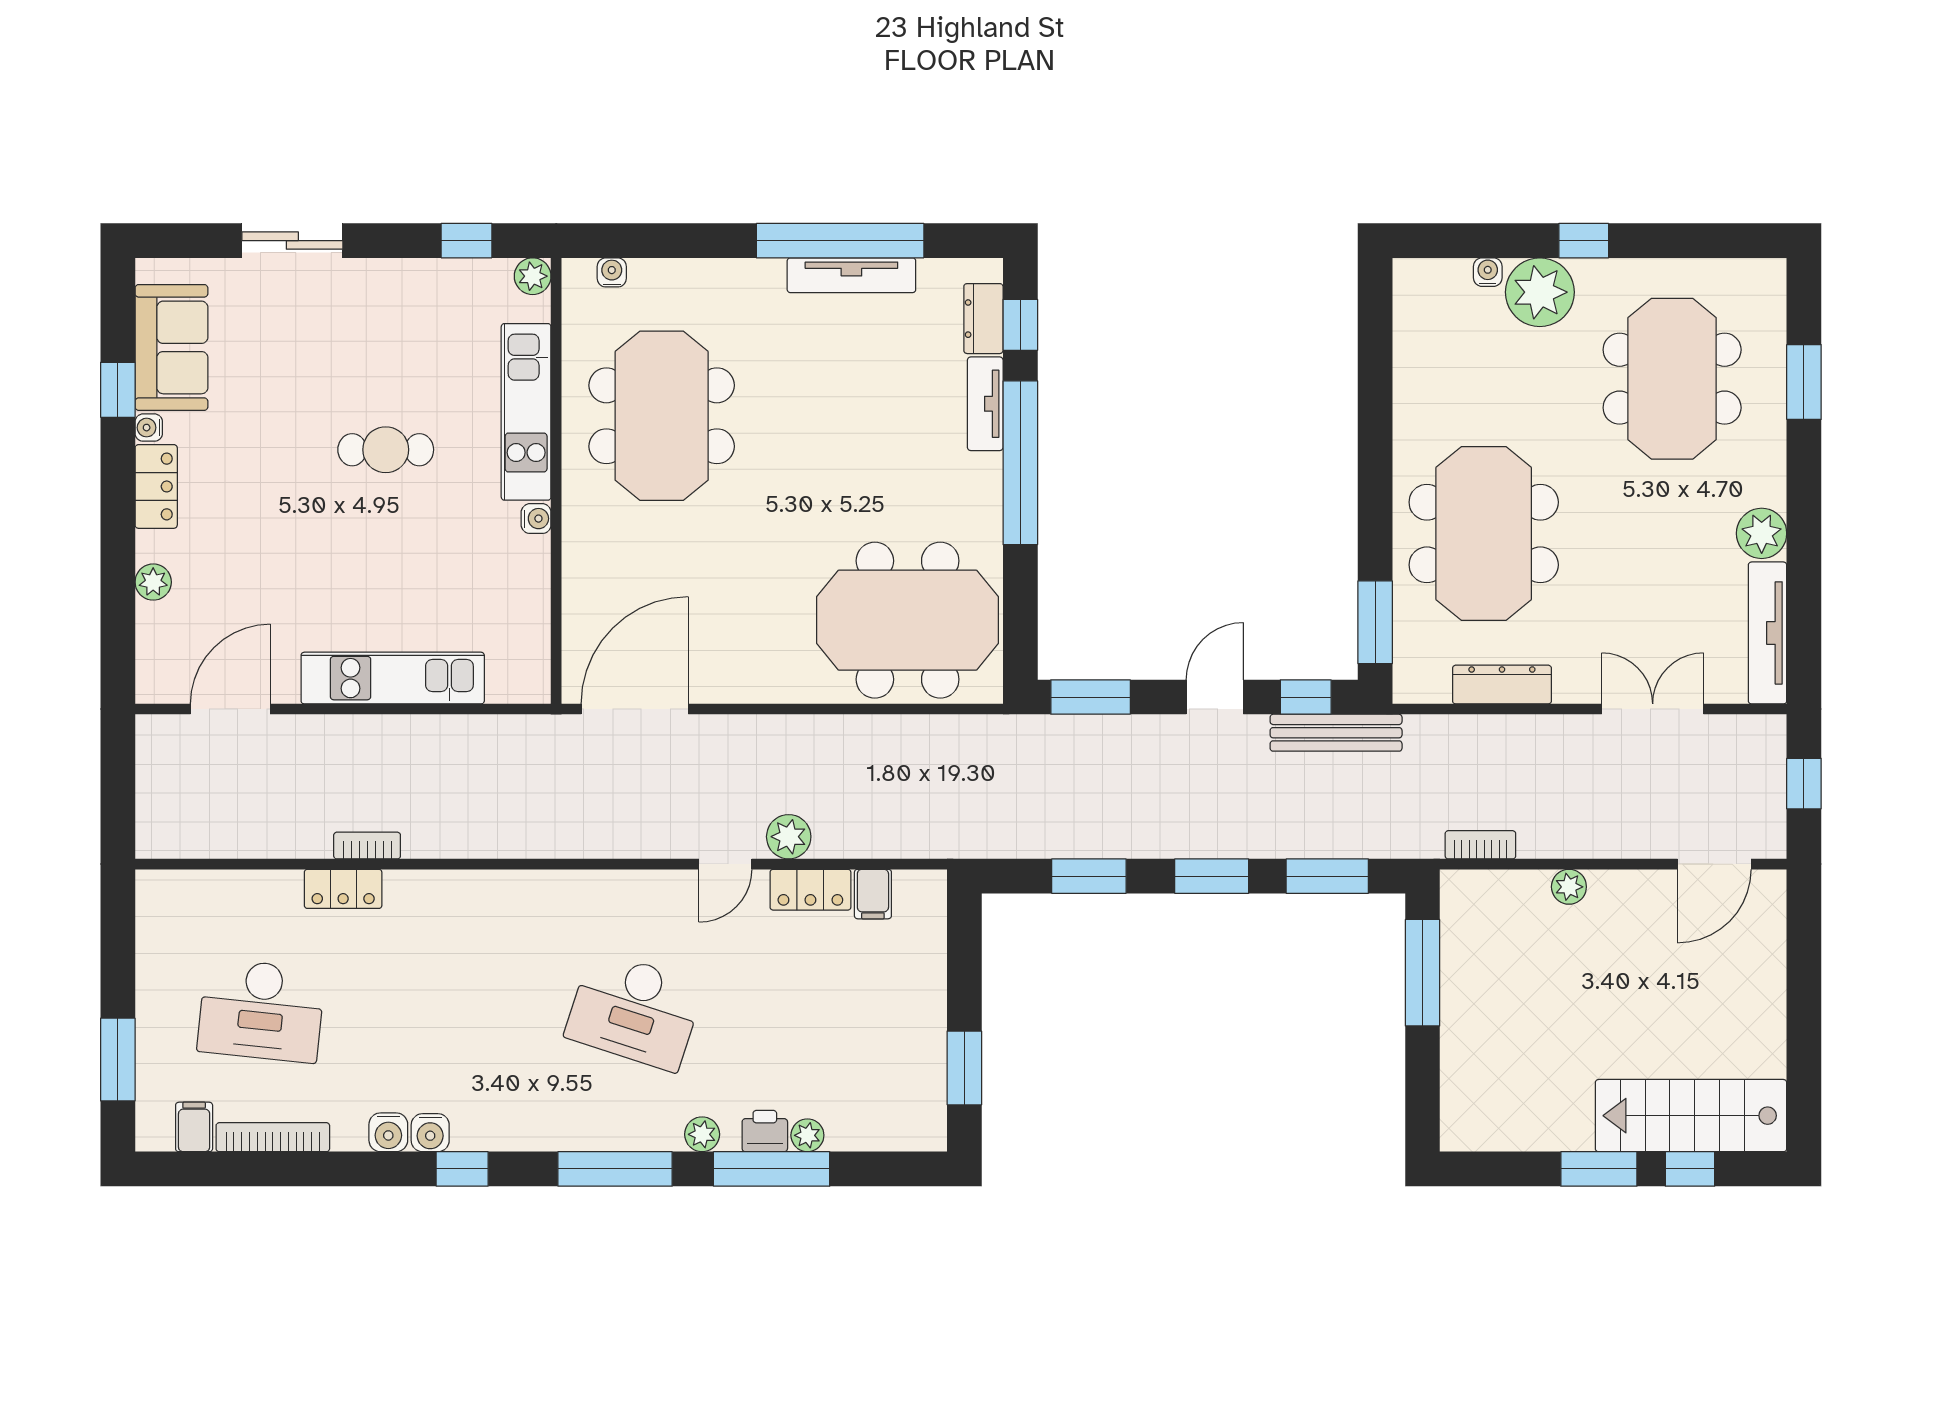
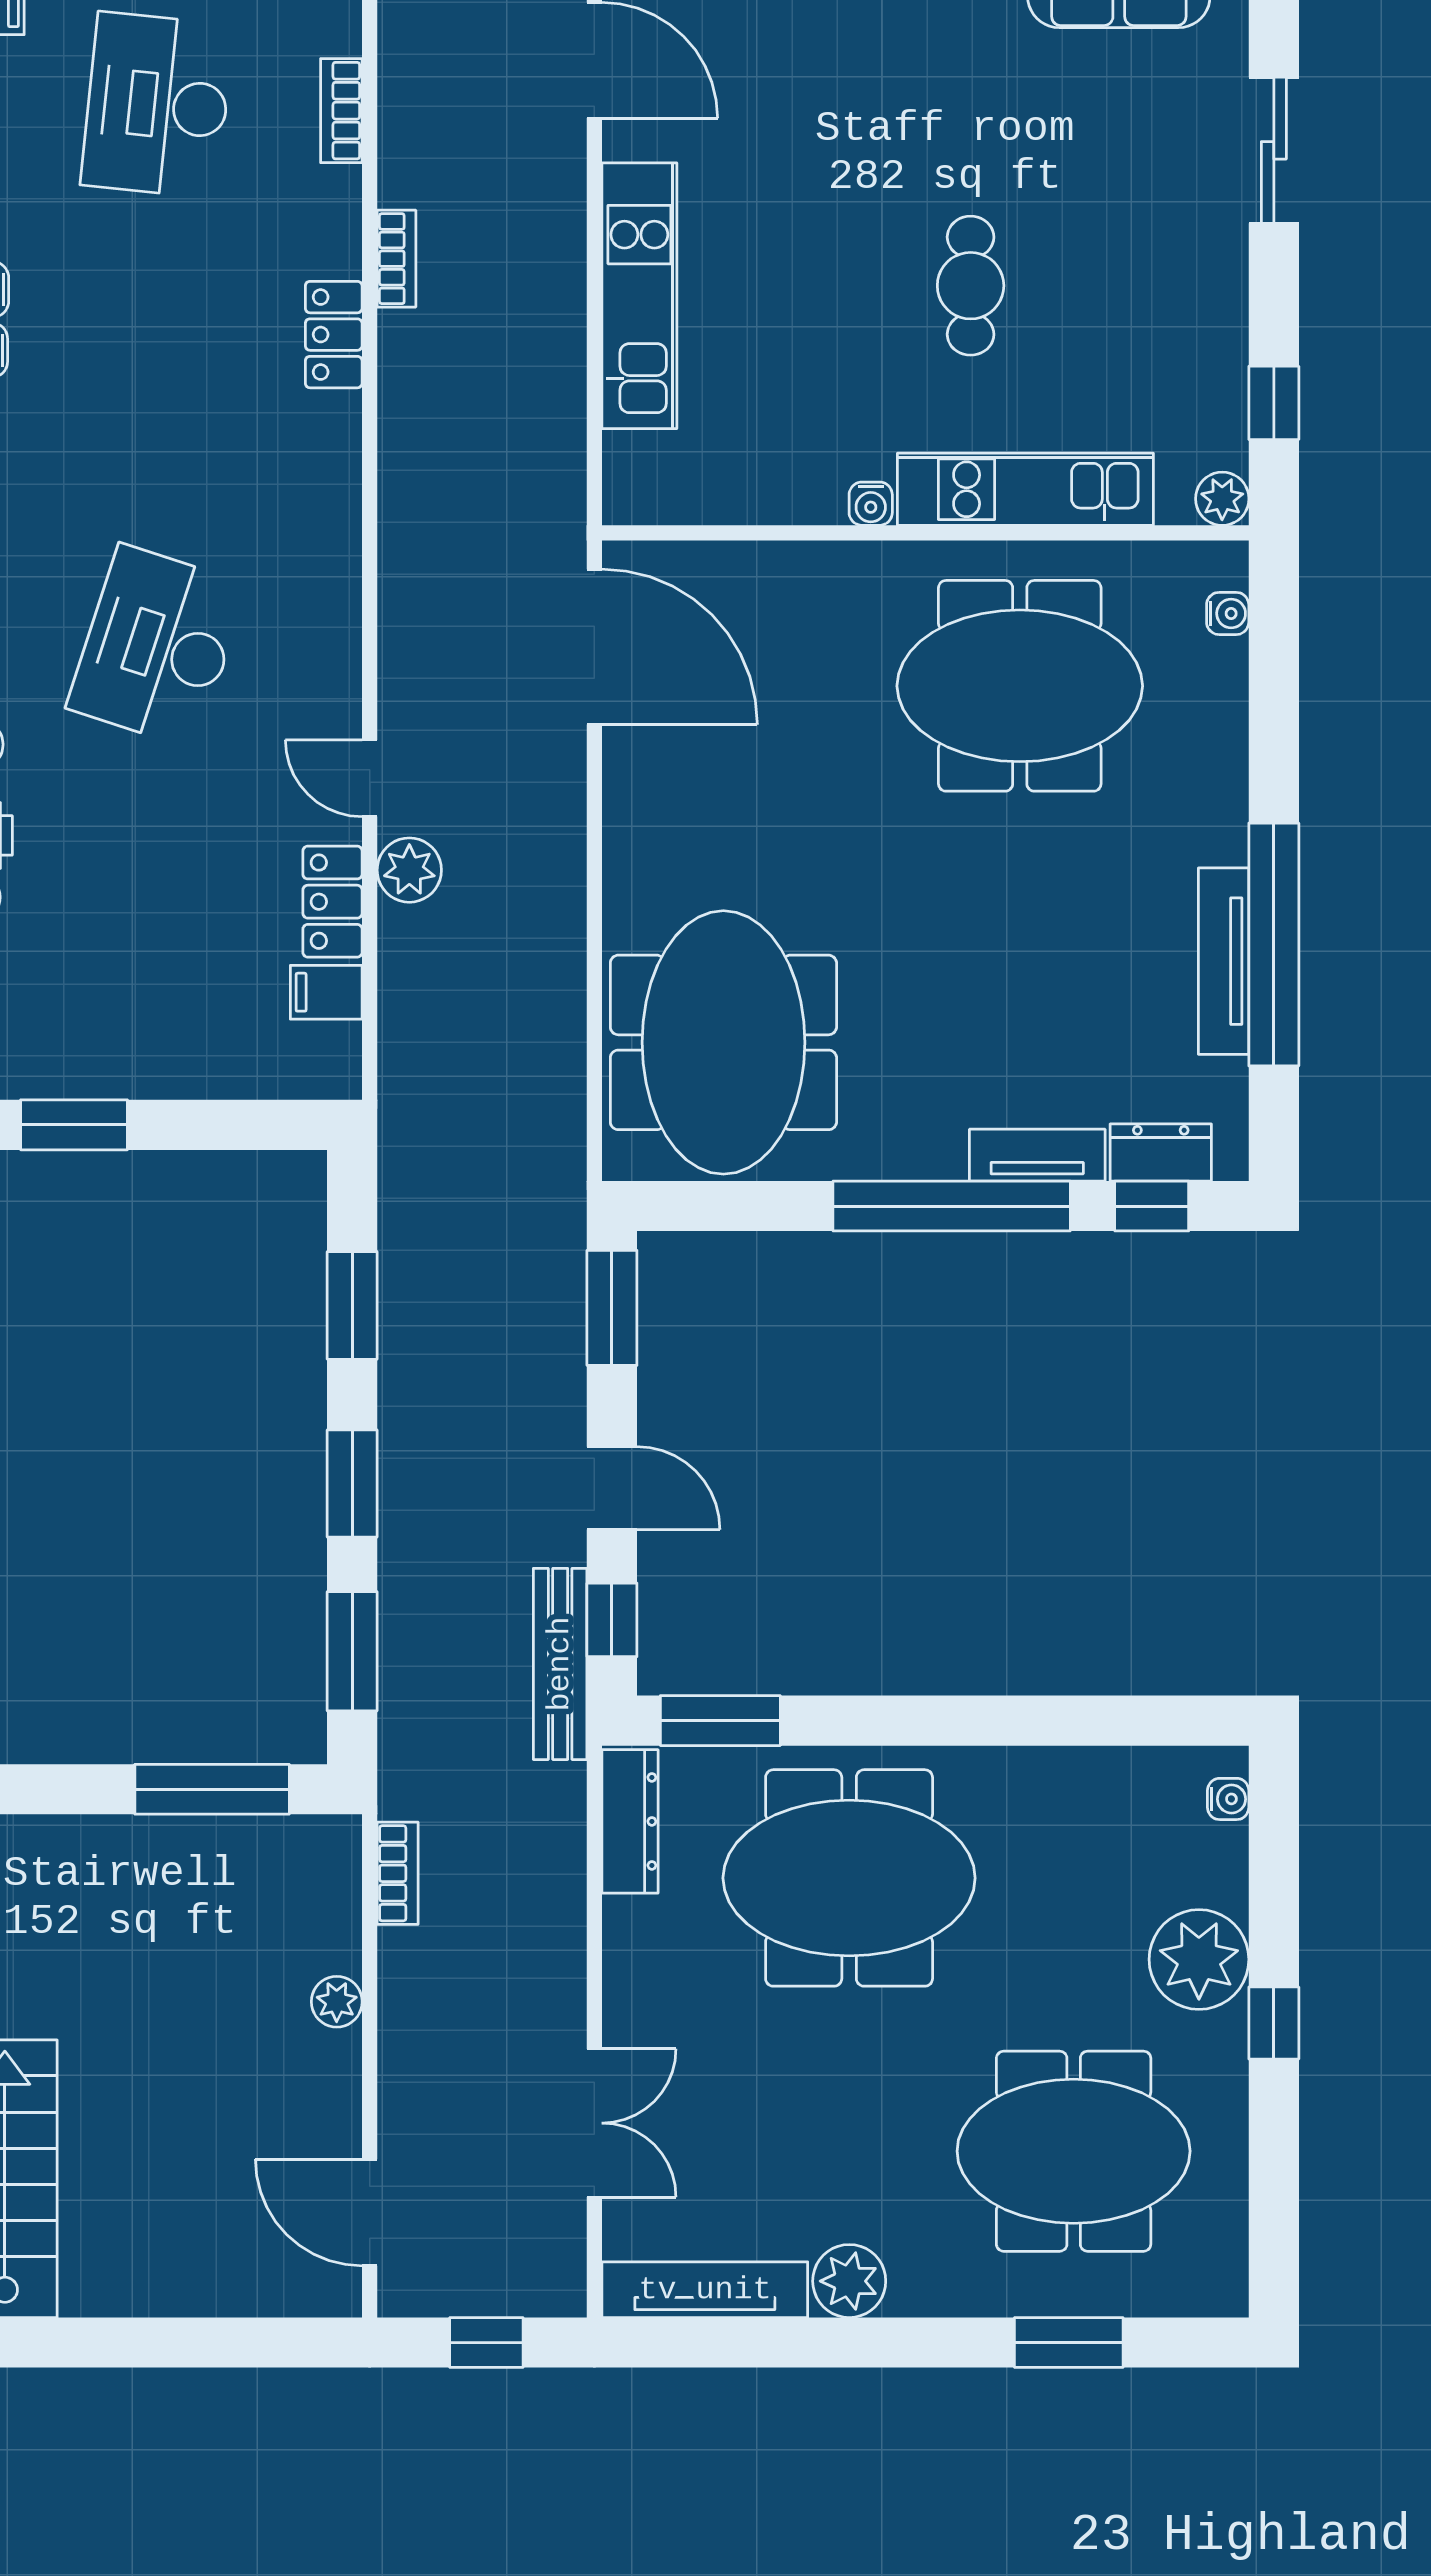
water cooler: (1488, 272) -> (1228, 1799), moved
dresser: (1502, 685) -> (630, 1821), moved
bookcase: (265, 884) -> (341, 111), added
locker: (343, 889) -> (334, 335), moved

